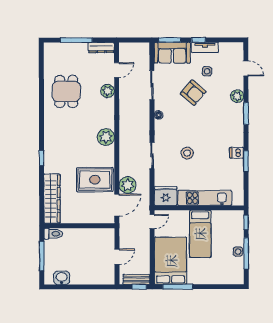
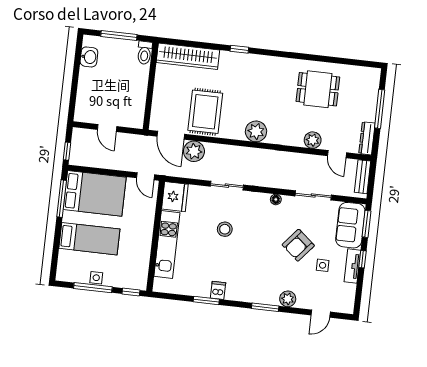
bed: (200, 234) -> (89, 239), moved, turned 180
bench: (137, 279) -> (363, 177), moved

